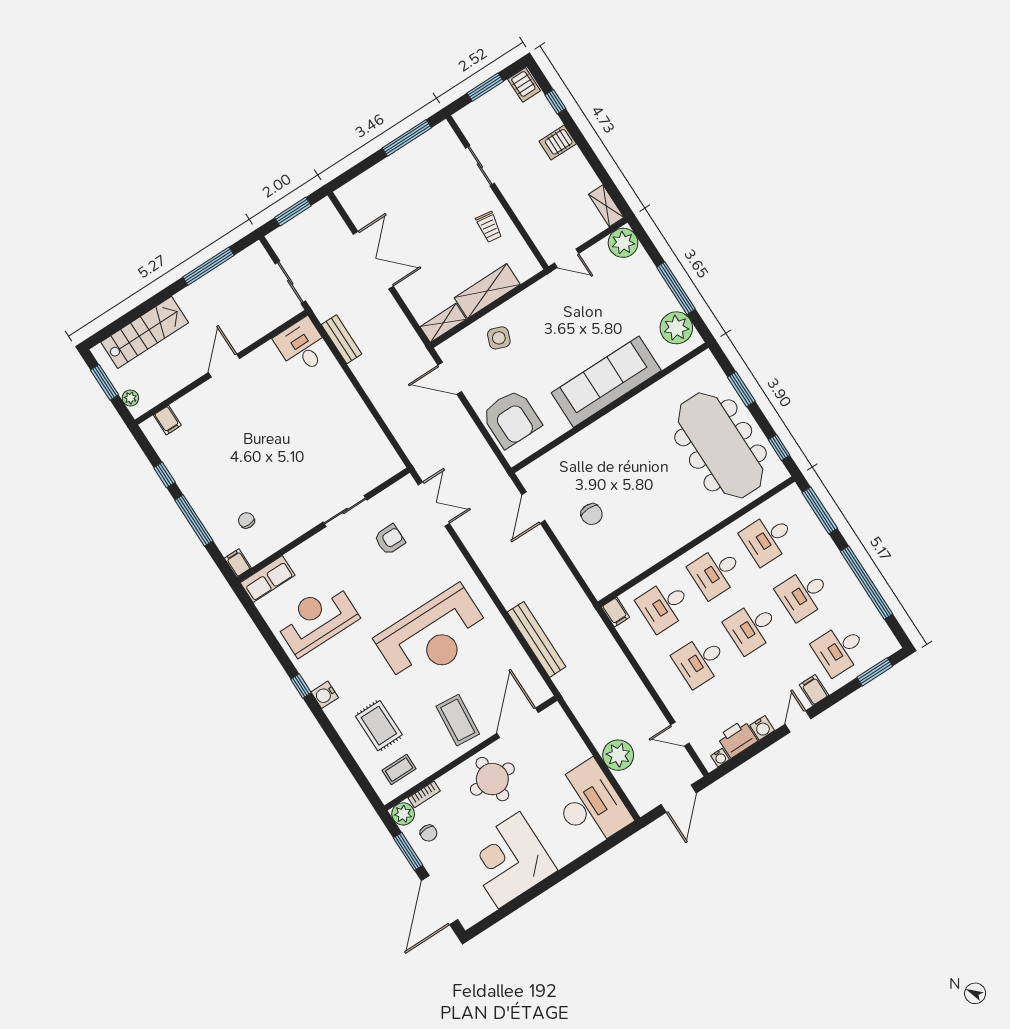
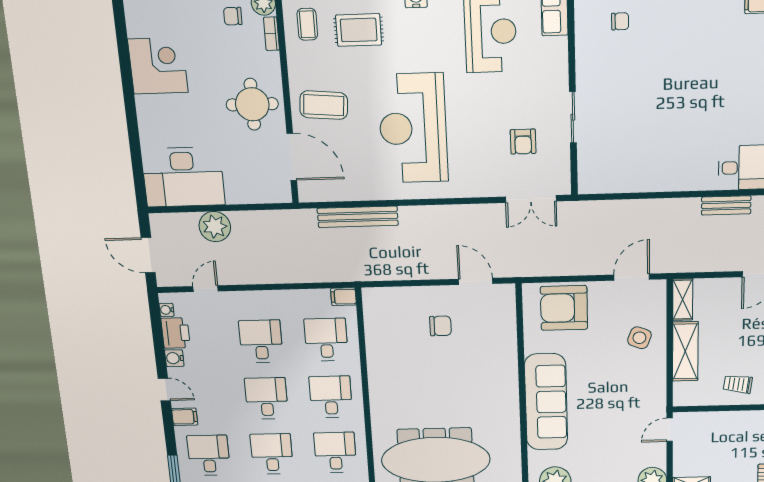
chair: (592, 514) -> (440, 326), turned 180
corner desk: (509, 860) -> (158, 66), width x0.74, depth x0.74

